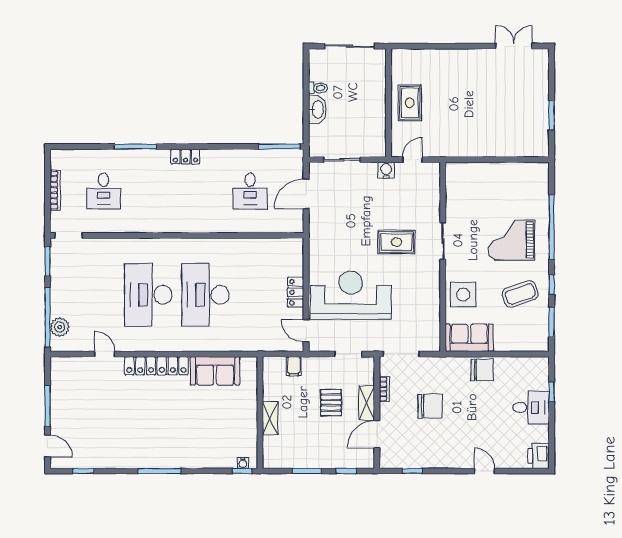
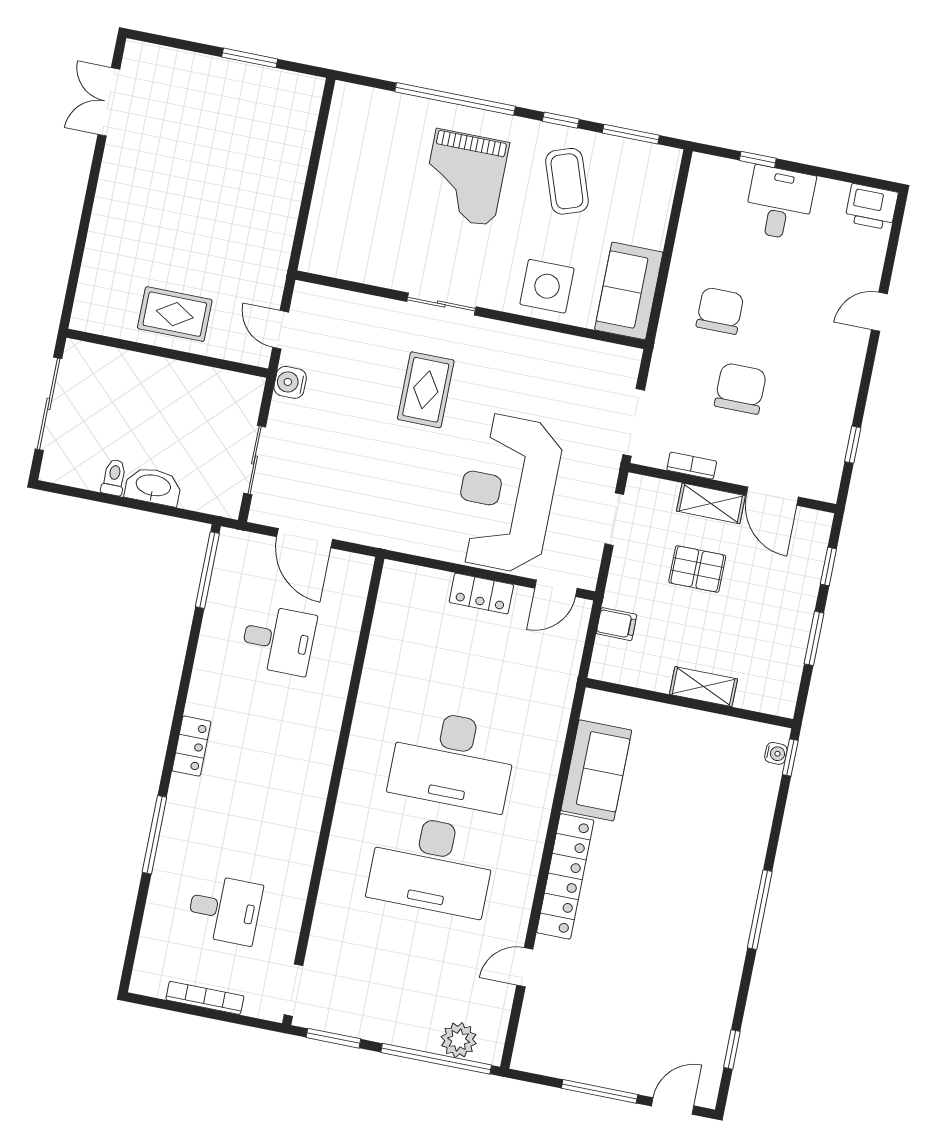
chair: (482, 370) -> (720, 311), moved

